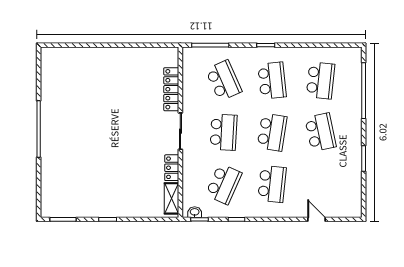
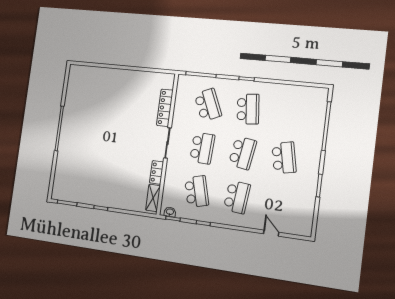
school desk: (320, 80) -> (289, 113), removed
school desk: (224, 184) -> (197, 192), turned -39

